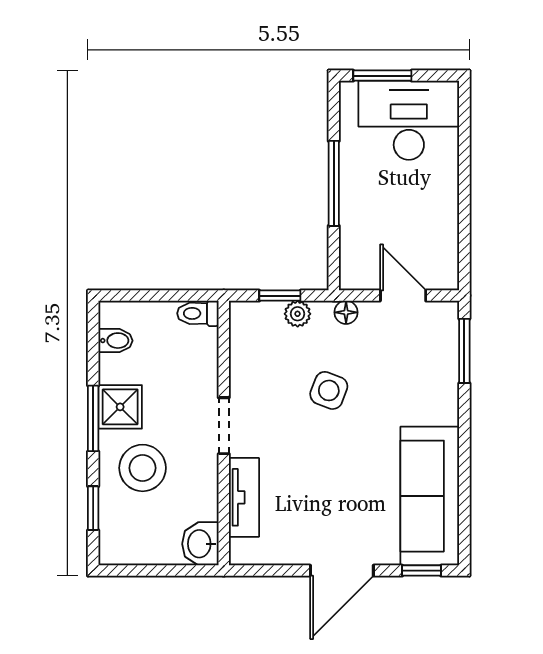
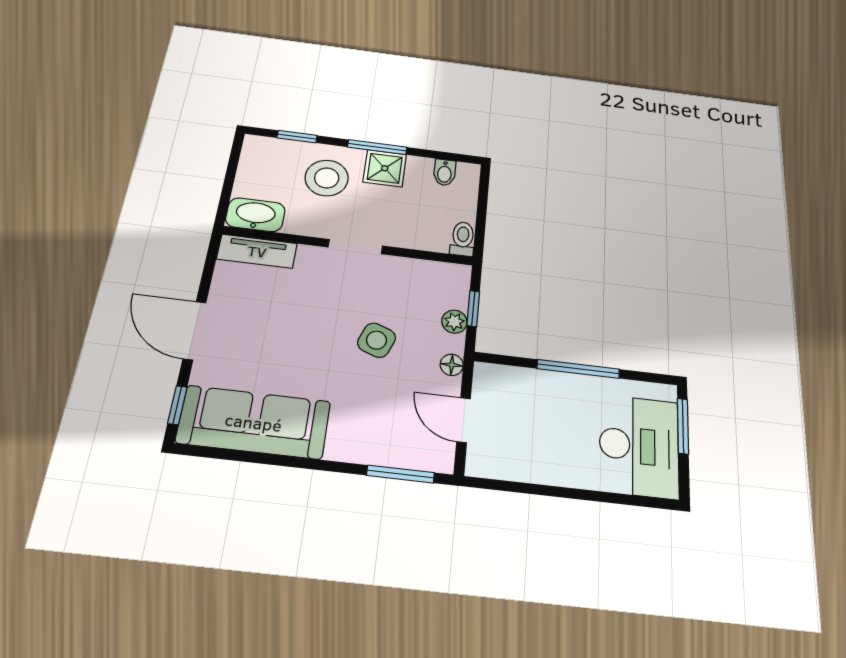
door: (403, 296) -> (464, 420), swing flipped
tv unit: (244, 497) -> (257, 251), moved
washbasin: (200, 544) -> (255, 215), width x1.38

